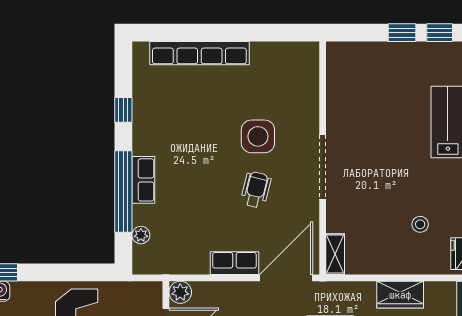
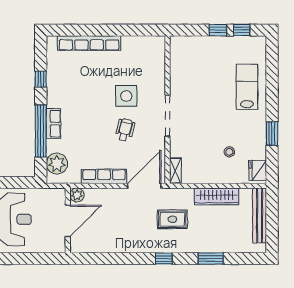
plant: (141, 235) -> (57, 164), width x1.87, depth x1.87
row of seats: (234, 263) -> (104, 176), width x1.48
wardrobe: (400, 295) -> (217, 196), width x1.50

